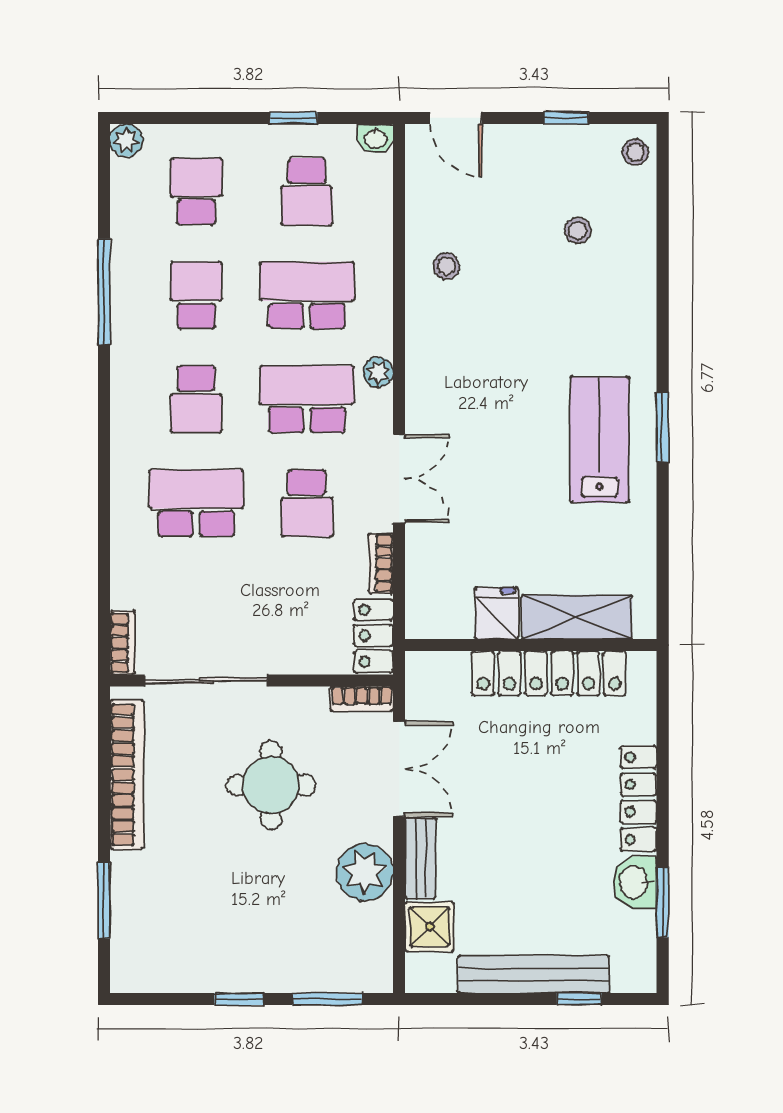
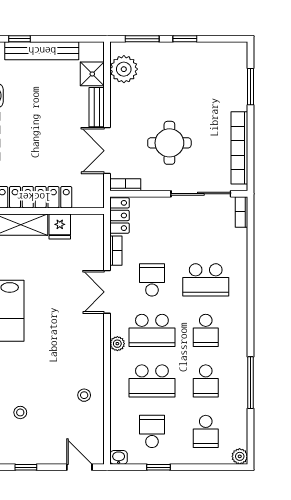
school desk: (196, 399) -> (206, 330), turned 180
plant: (365, 872) -> (124, 69), moved

